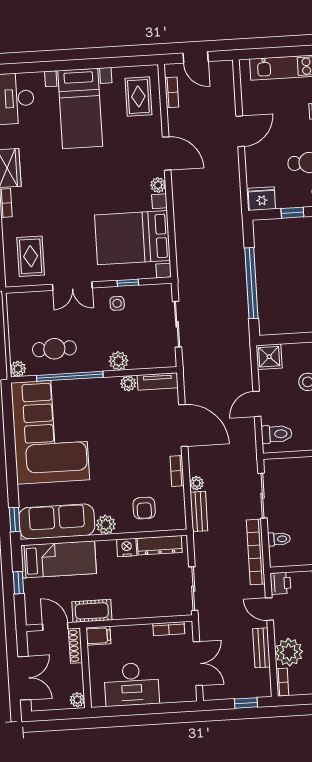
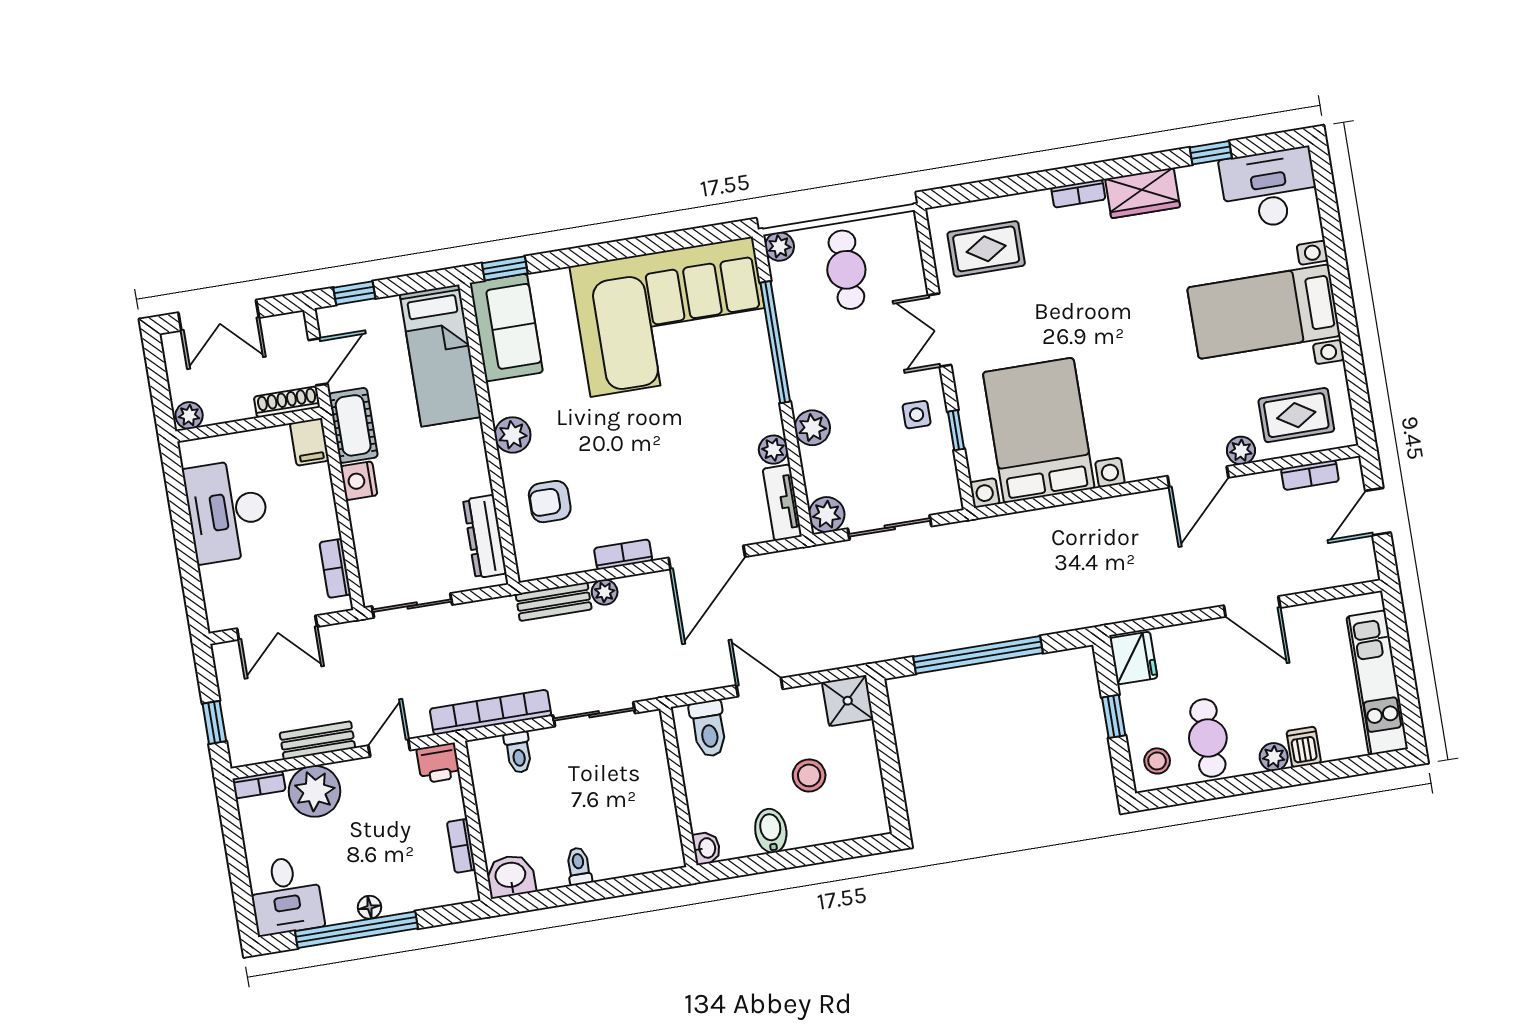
plant: (158, 185) -> (1241, 450), moved
cafe table: (54, 349) -> (846, 270), moved
plant: (167, 358) -> (827, 515), added
sofa: (57, 521) -> (506, 328), width x0.73
nightstand: (127, 548) -> (359, 481), moved, turned 180
window: (18, 583) -> (354, 293), moved

